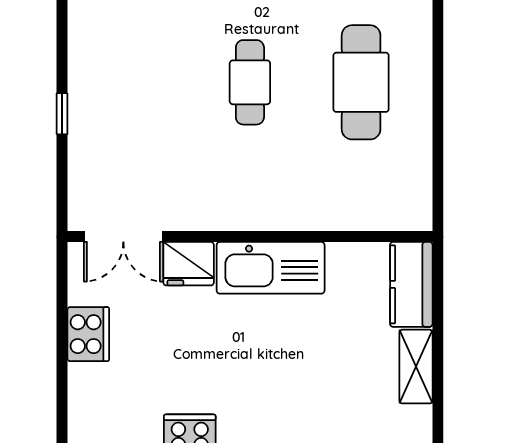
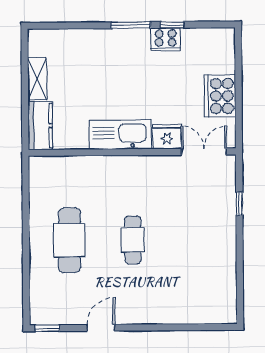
window: (62, 114) -> (239, 204), moved
cooker: (88, 334) -> (220, 96), width x1.37, depth x1.31

